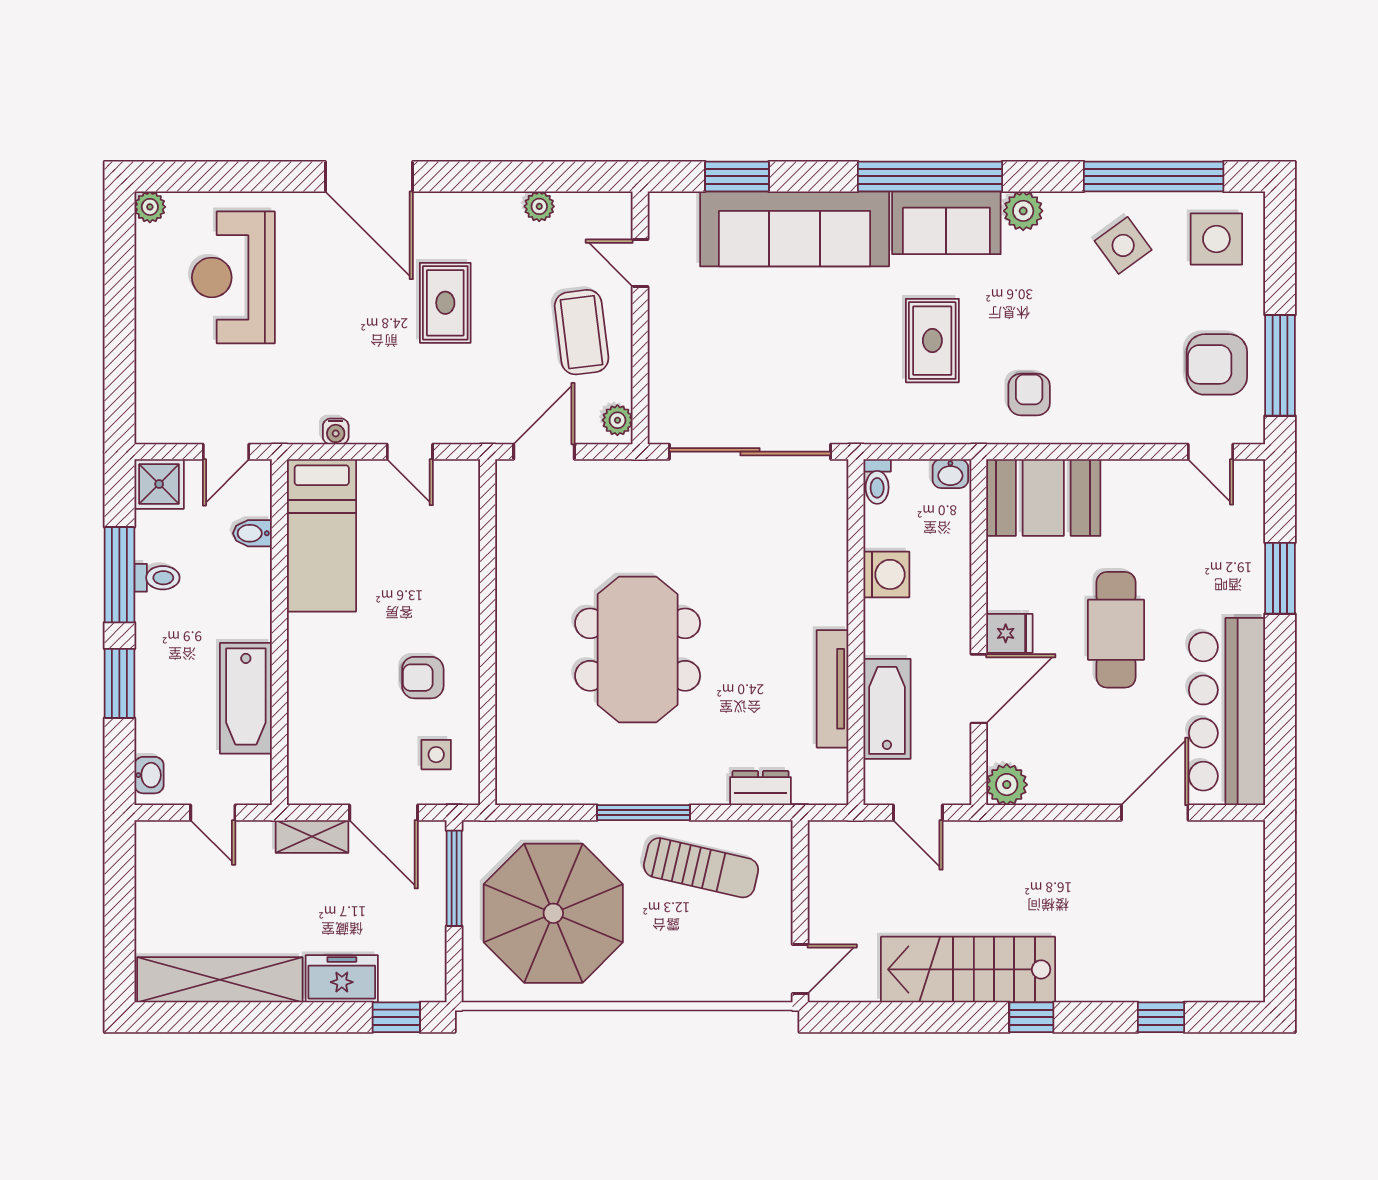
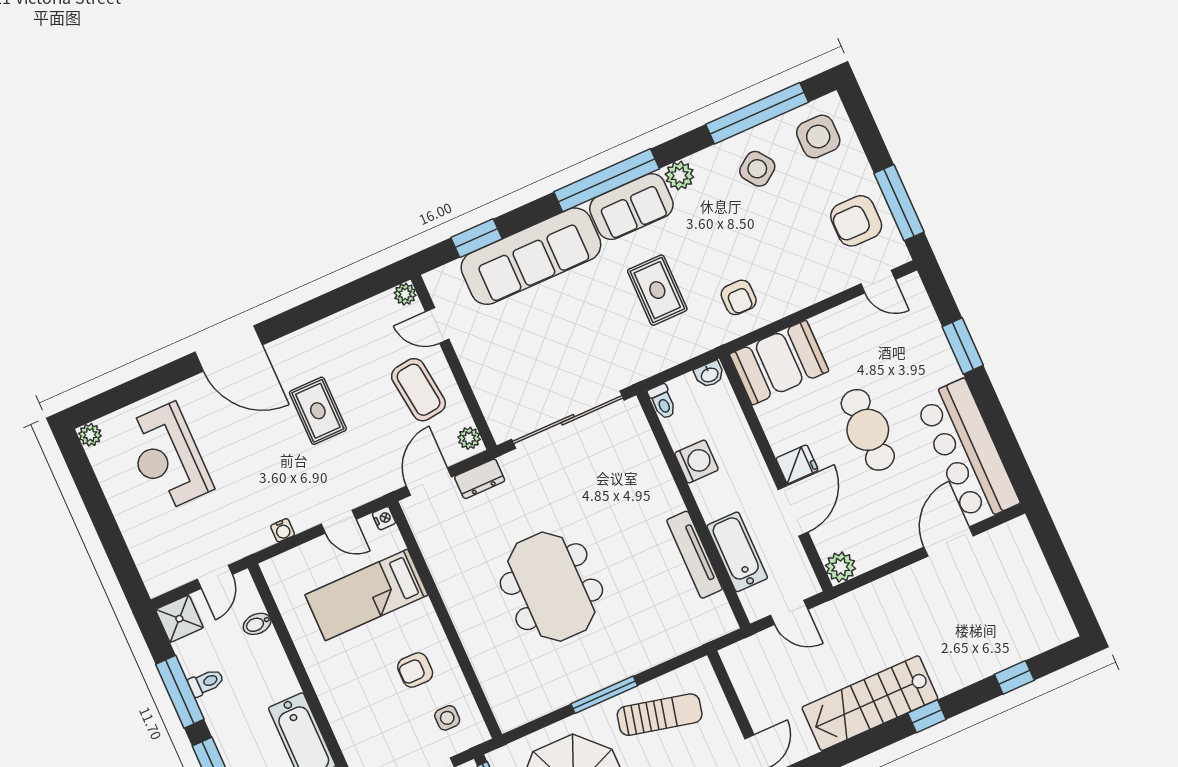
plant: (539, 206) -> (405, 294), moved
armchair: (1029, 394) -> (739, 297), turned 180
nightstand: (468, 472) -> (384, 518), added
bed: (322, 535) -> (367, 595), moved, turned 90
dresser: (761, 788) -> (480, 479), moved, turned 180

